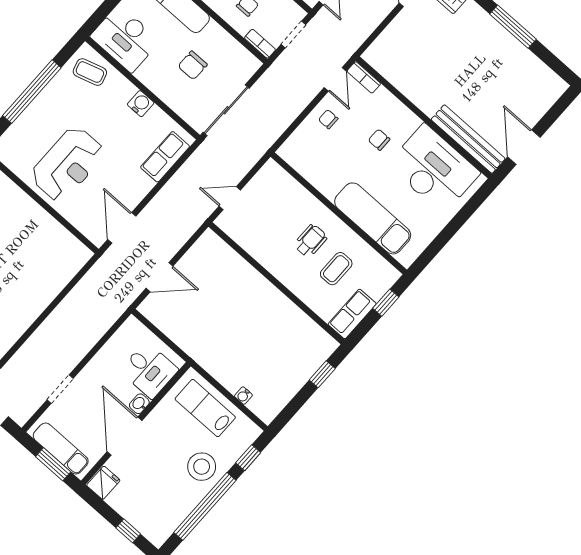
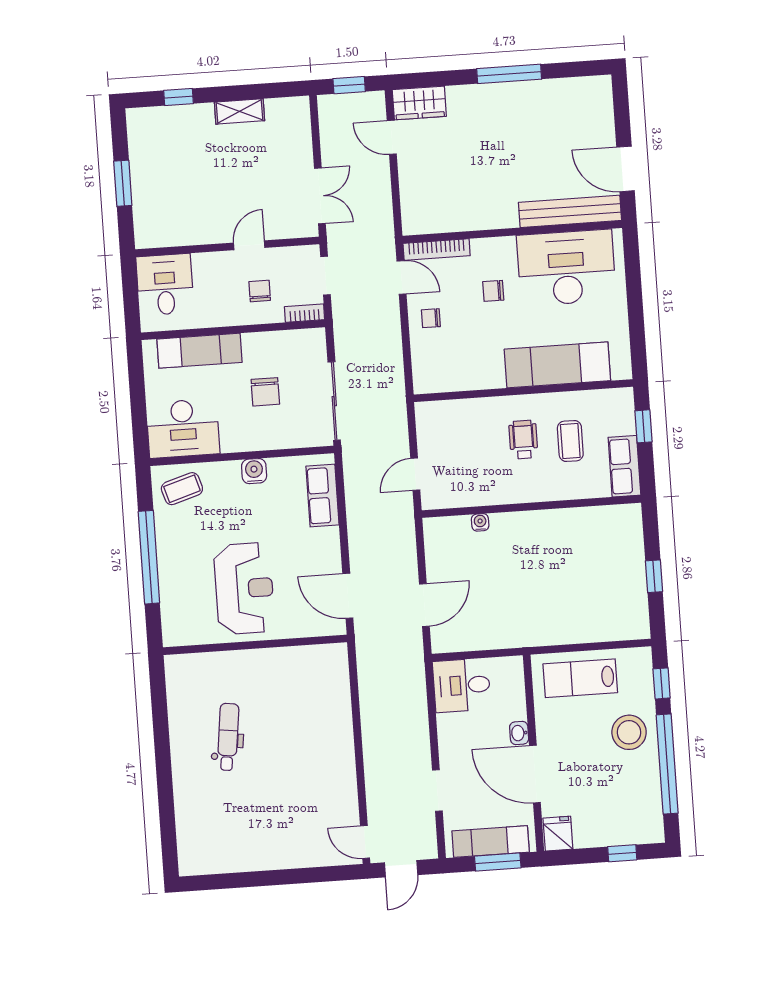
bookcase: (364, 77) -> (437, 250), width x1.56
desk: (149, 370) -> (462, 685), moved, turned 180
window: (322, 374) -> (654, 576), moved
water cooler: (243, 396) -> (480, 522), moved, turned 180

